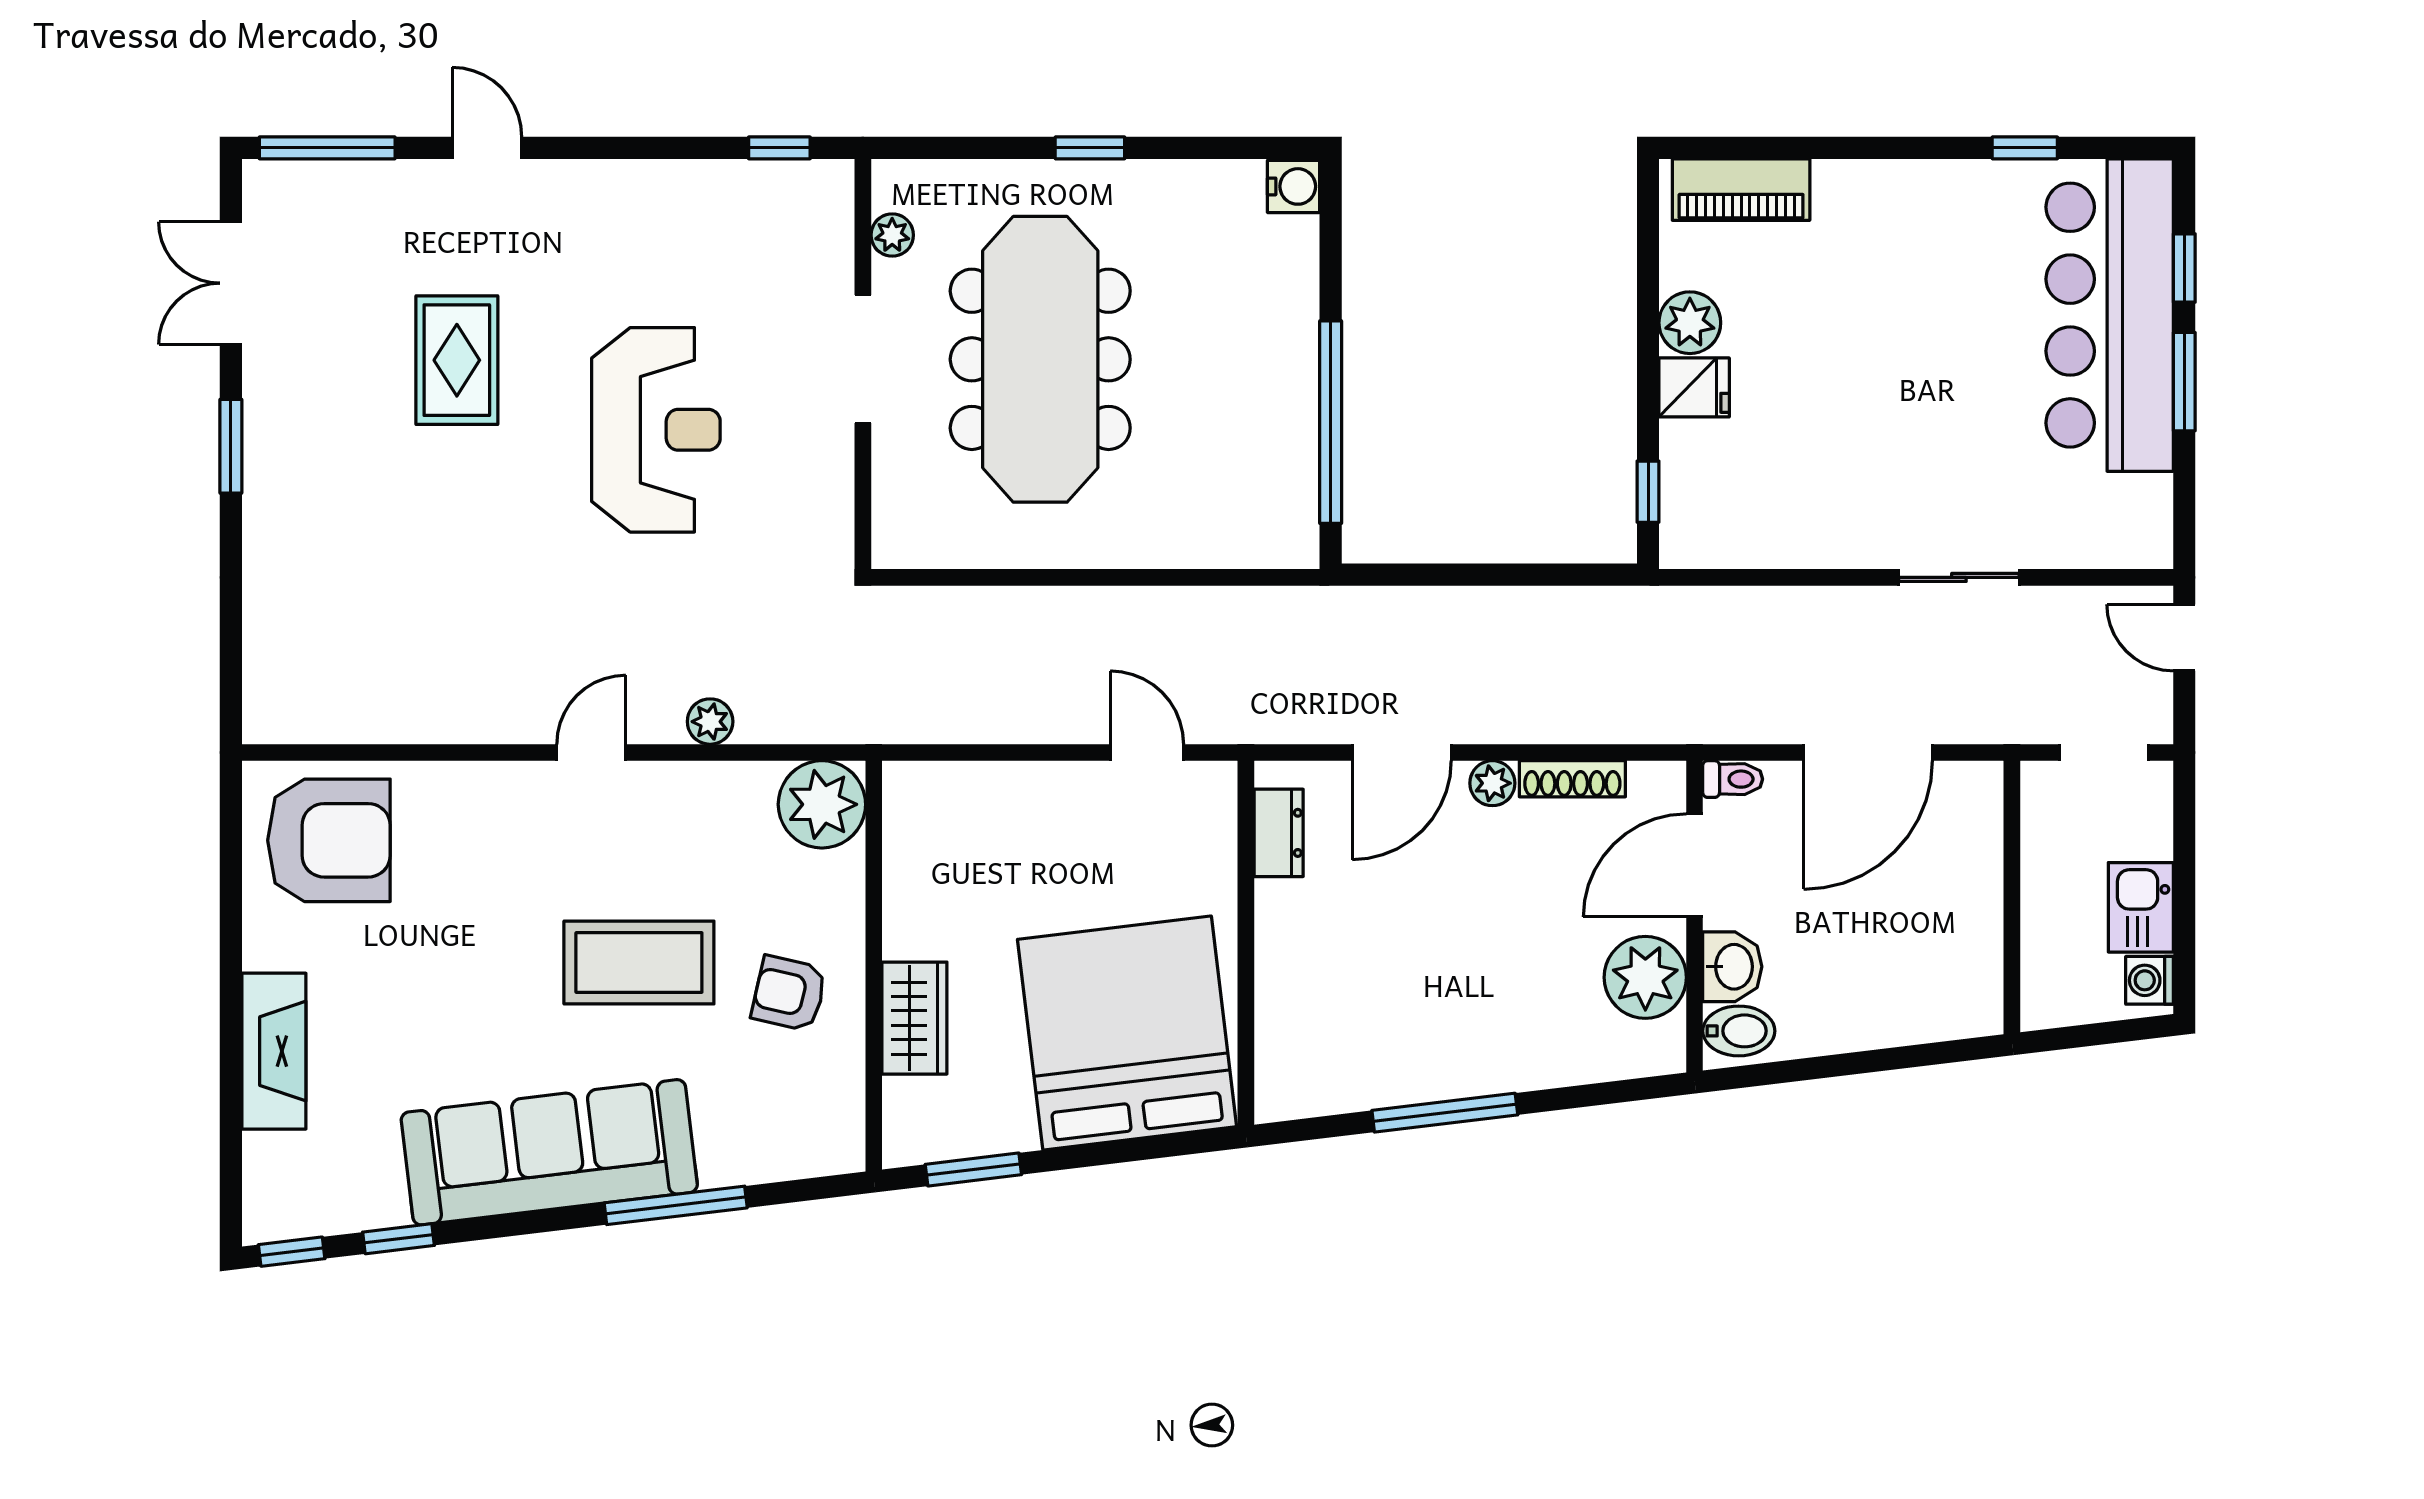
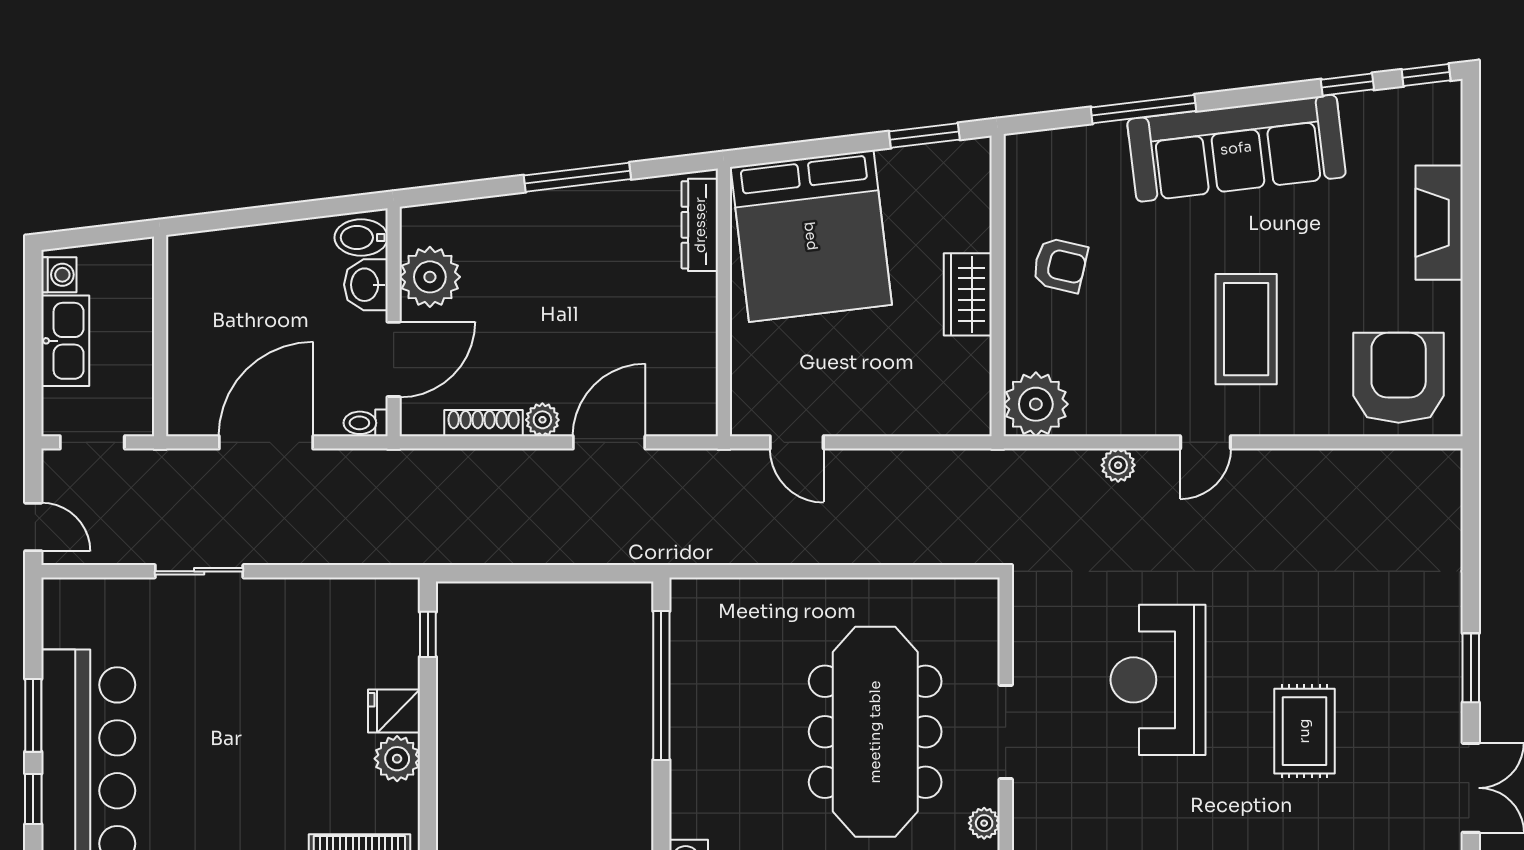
dresser: (1279, 833) -> (700, 225), moved, width x1.44
armchair: (329, 840) -> (1399, 378), turned 90
kitchen sink: (2141, 907) -> (65, 341), width x1.38
coffee table: (639, 963) -> (1246, 329), moved, turned 90
wardrobe: (914, 1018) -> (968, 294), moved

